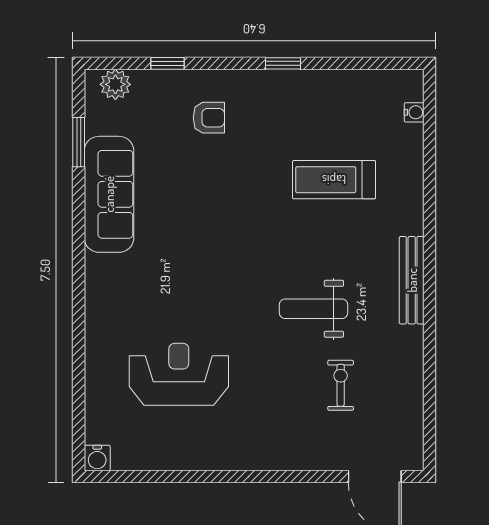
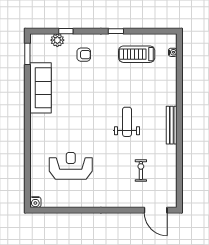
plant: (115, 84) -> (57, 40), moved
window: (79, 142) -> (27, 54), moved
treadmill: (334, 180) -> (137, 54), moved
weight bench: (313, 309) -> (127, 122), moved, turned 90

